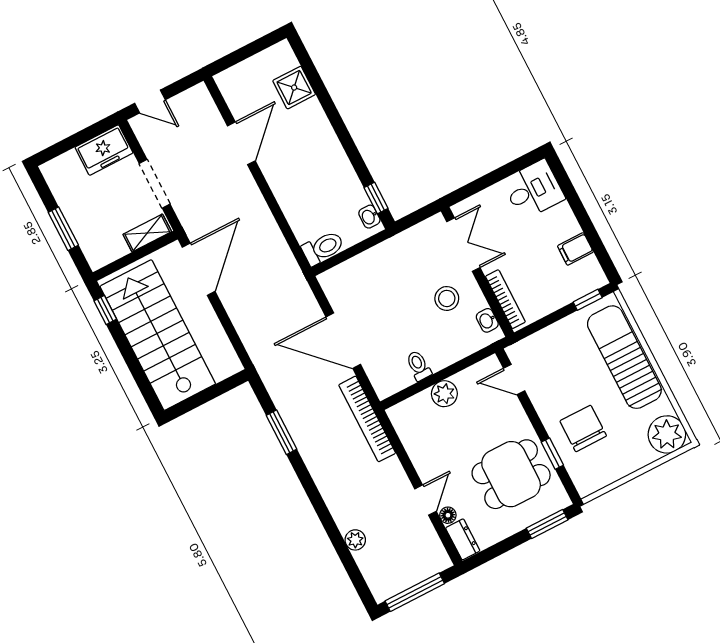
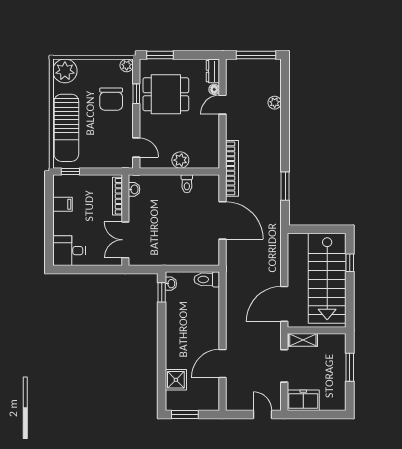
window: (257, 46) -> (185, 414), added
stool: (447, 298) -> (151, 214), removed
window: (105, 310) -> (350, 263), moved
plant: (586, 486) -> (127, 65), added

